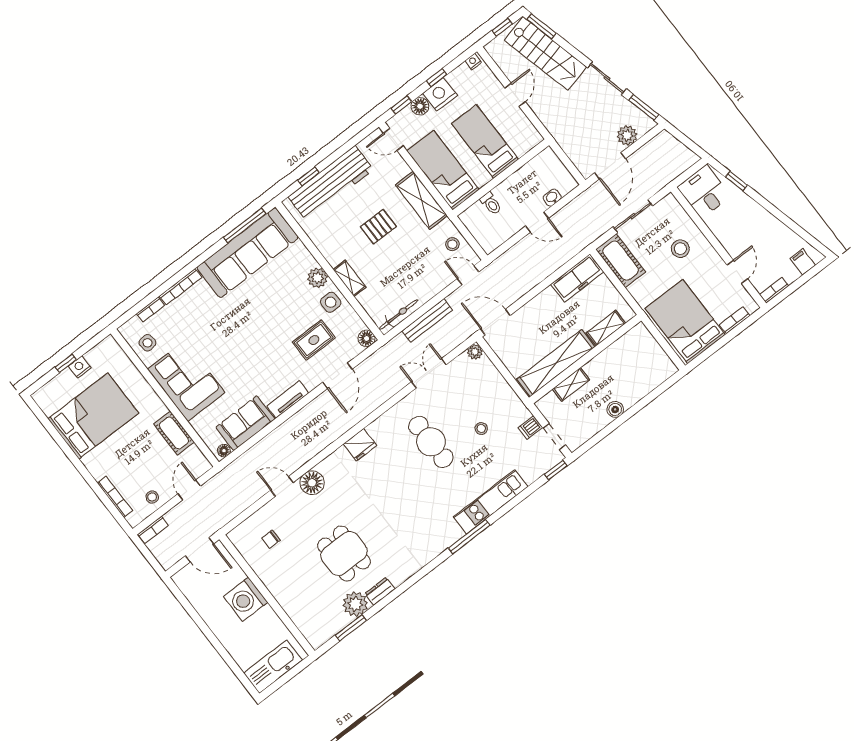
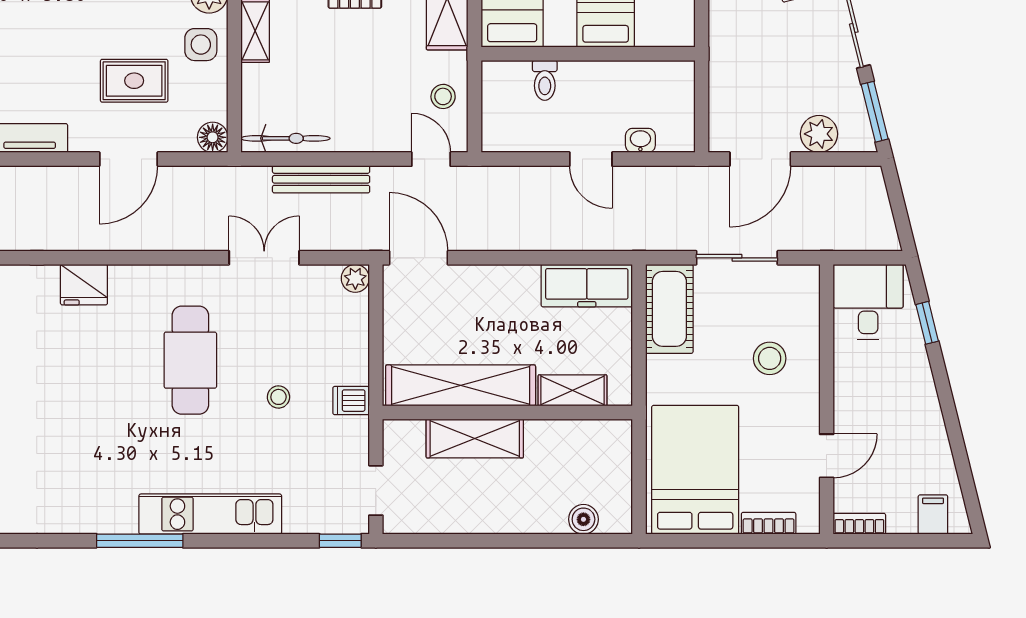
shelving: (571, 384) -> (475, 438), width x1.50, depth x1.33
boiler: (615, 409) -> (583, 519), moved
dishwasher: (530, 428) -> (351, 401), moved

